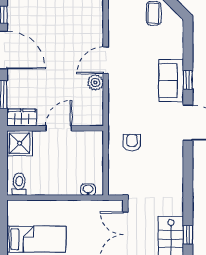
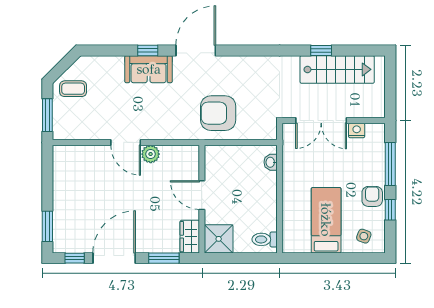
armchair: (132, 143) -> (218, 113), width x1.88, depth x1.88

